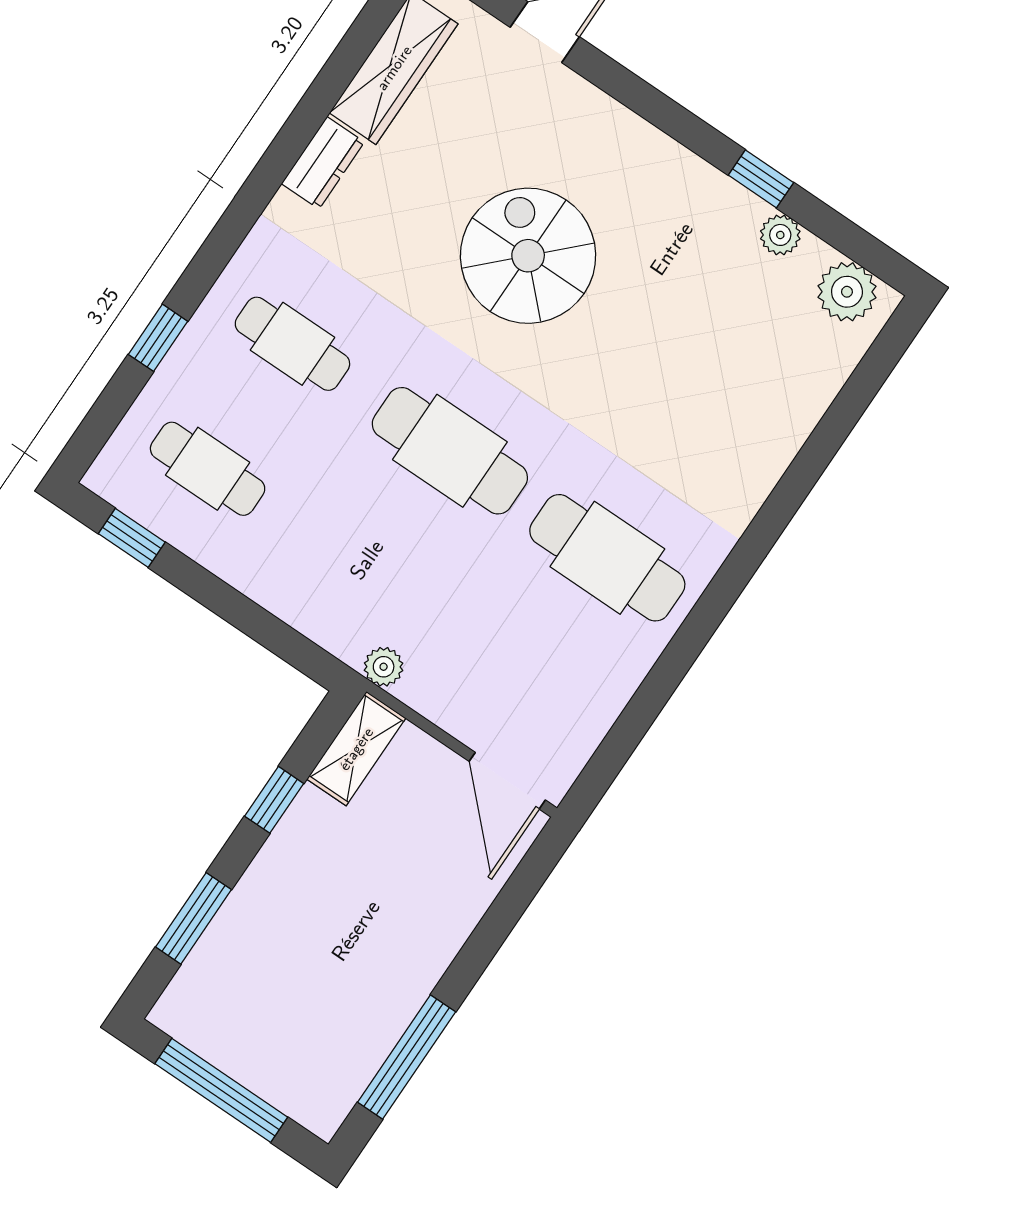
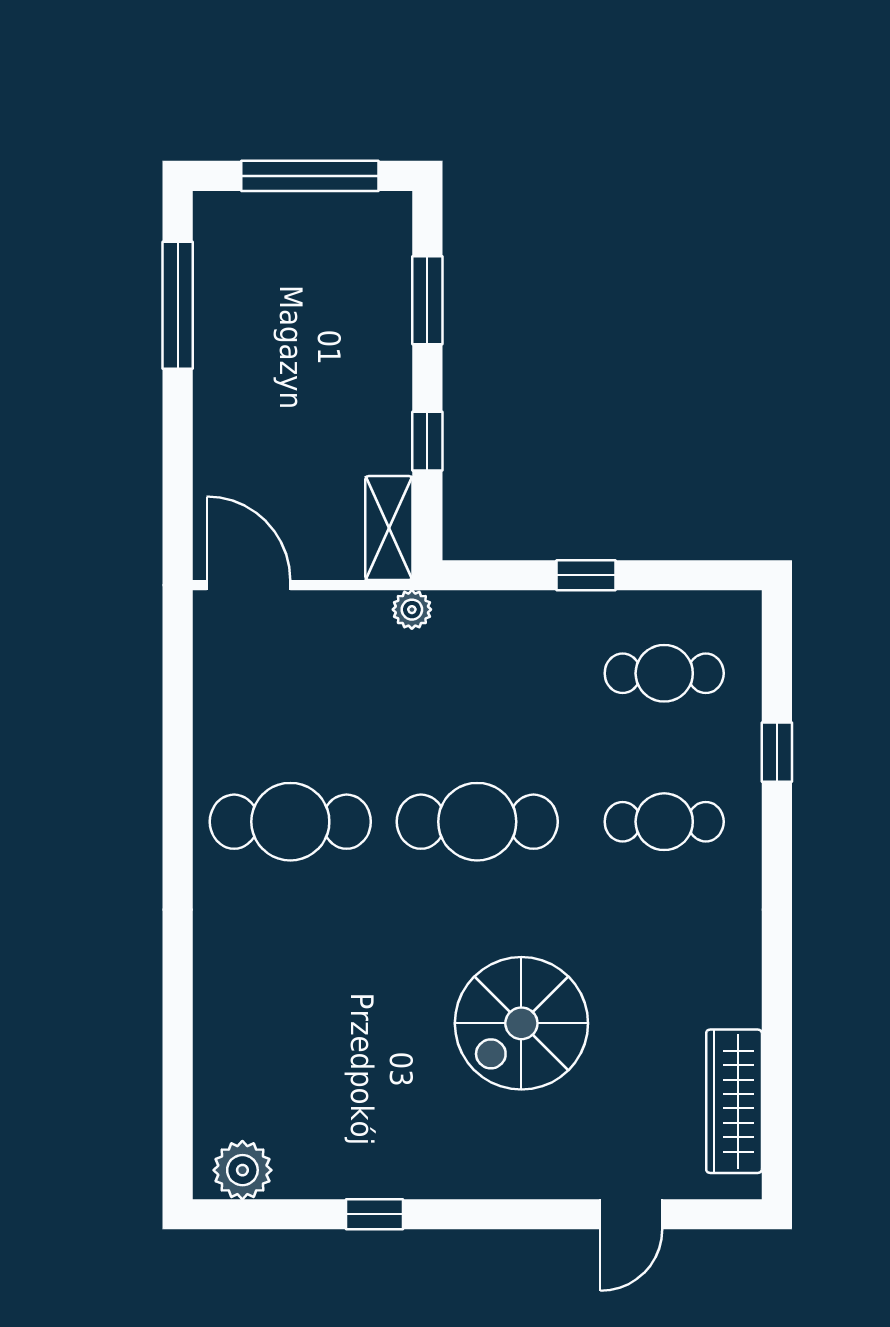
dresser: (323, 163) -> (739, 986), removed
plant: (780, 235) -> (328, 1179), removed
spiral stairs: (528, 256) -> (521, 1023), turned 90
window: (132, 538) -> (586, 575), moved

